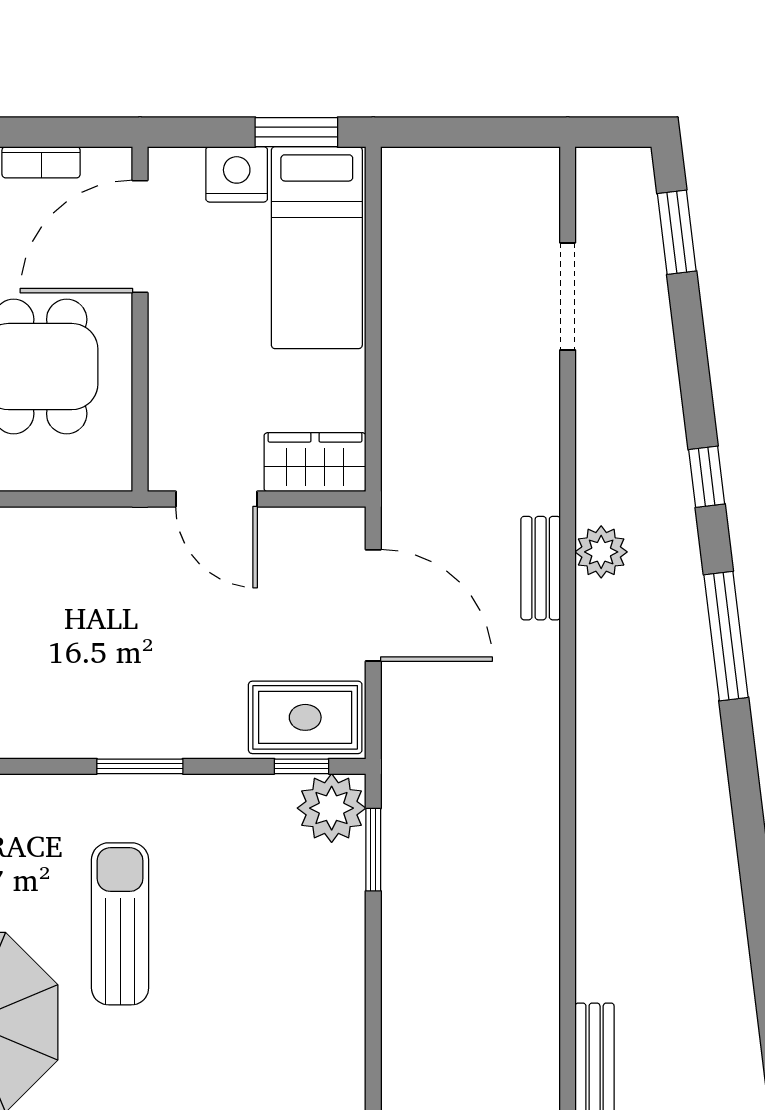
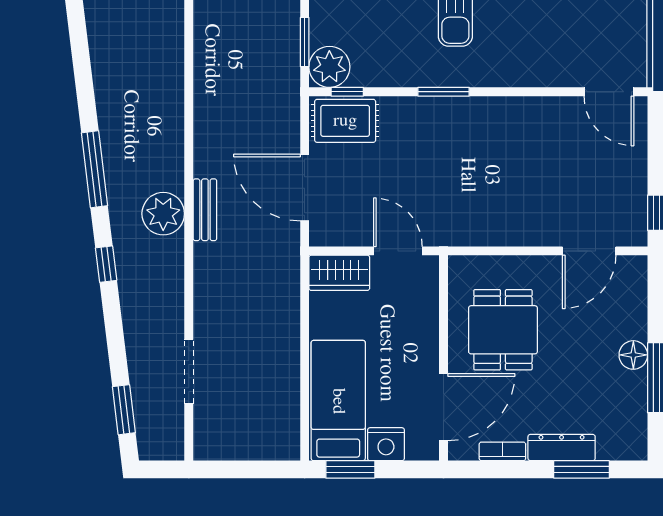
plant: (601, 552) -> (163, 214), width x1.36, depth x1.36

